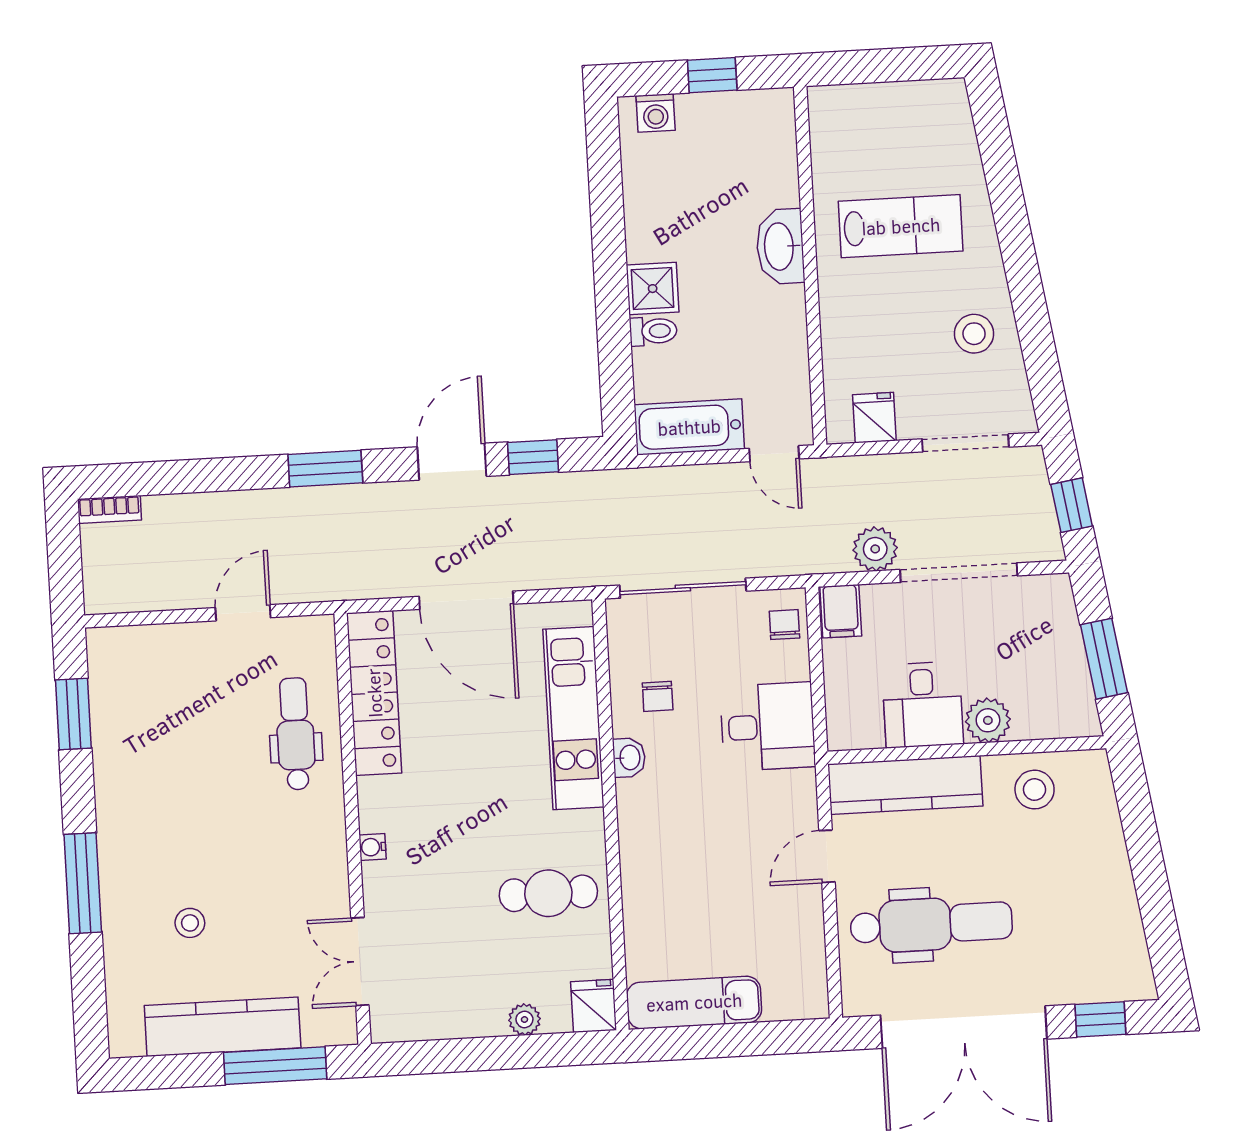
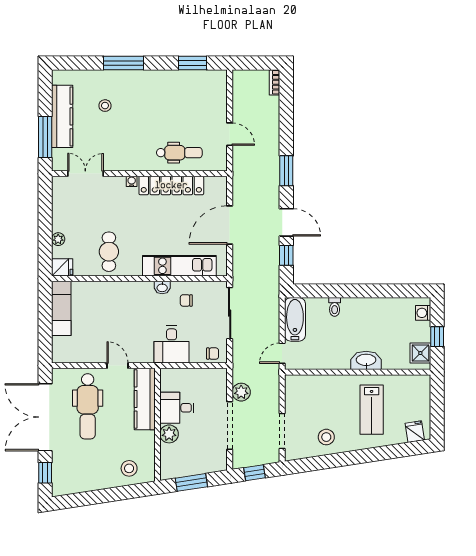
shower: (653, 289) -> (420, 353), moved
fridge: (874, 418) -> (415, 432), moved, turned -99
filing cabinet: (841, 611) -> (217, 377), removed
locker: (374, 693) -> (171, 186), moved
stool: (1035, 790) -> (129, 468), moved

